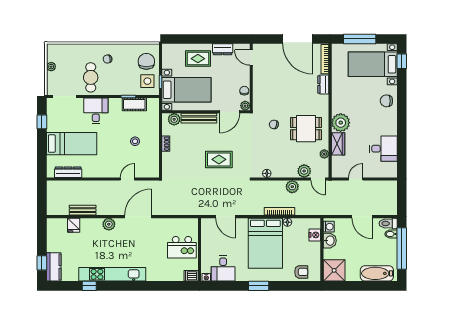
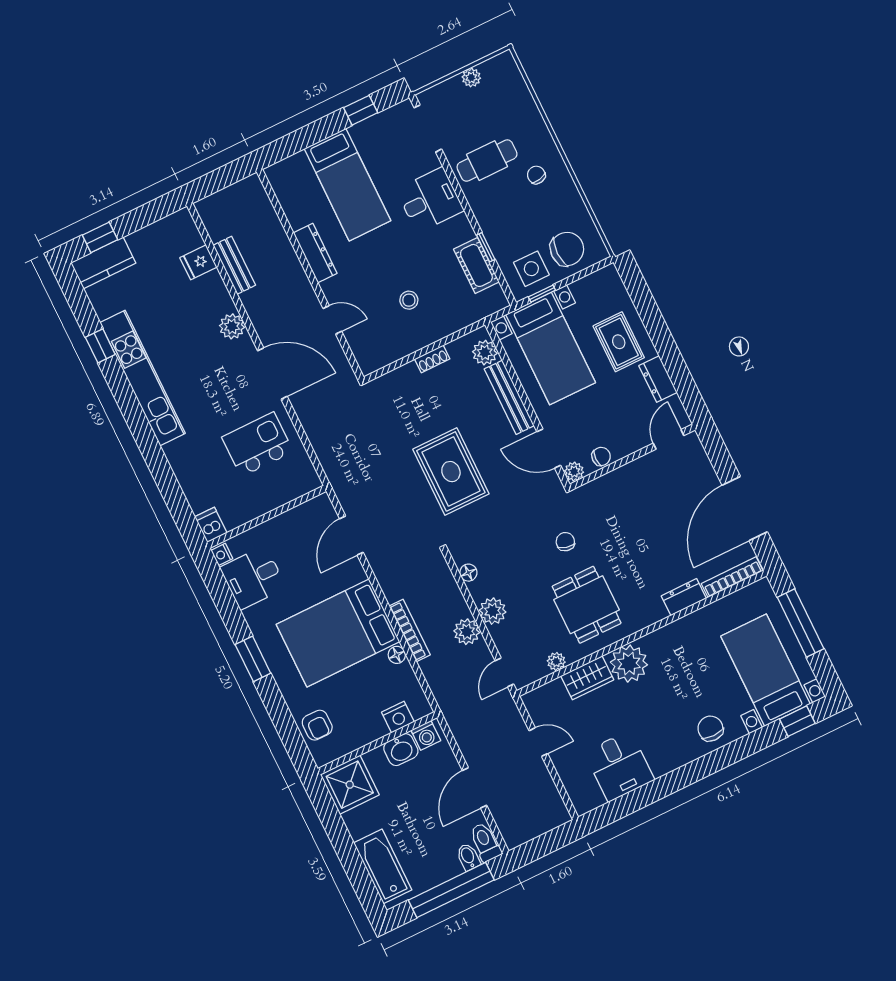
rug: (219, 159) -> (451, 472), width x1.36, depth x1.43
plant: (304, 171) -> (493, 611), moved
dresser: (68, 172) -> (315, 253), moved
kitchen island: (182, 247) -> (257, 444), moved, turned 90

